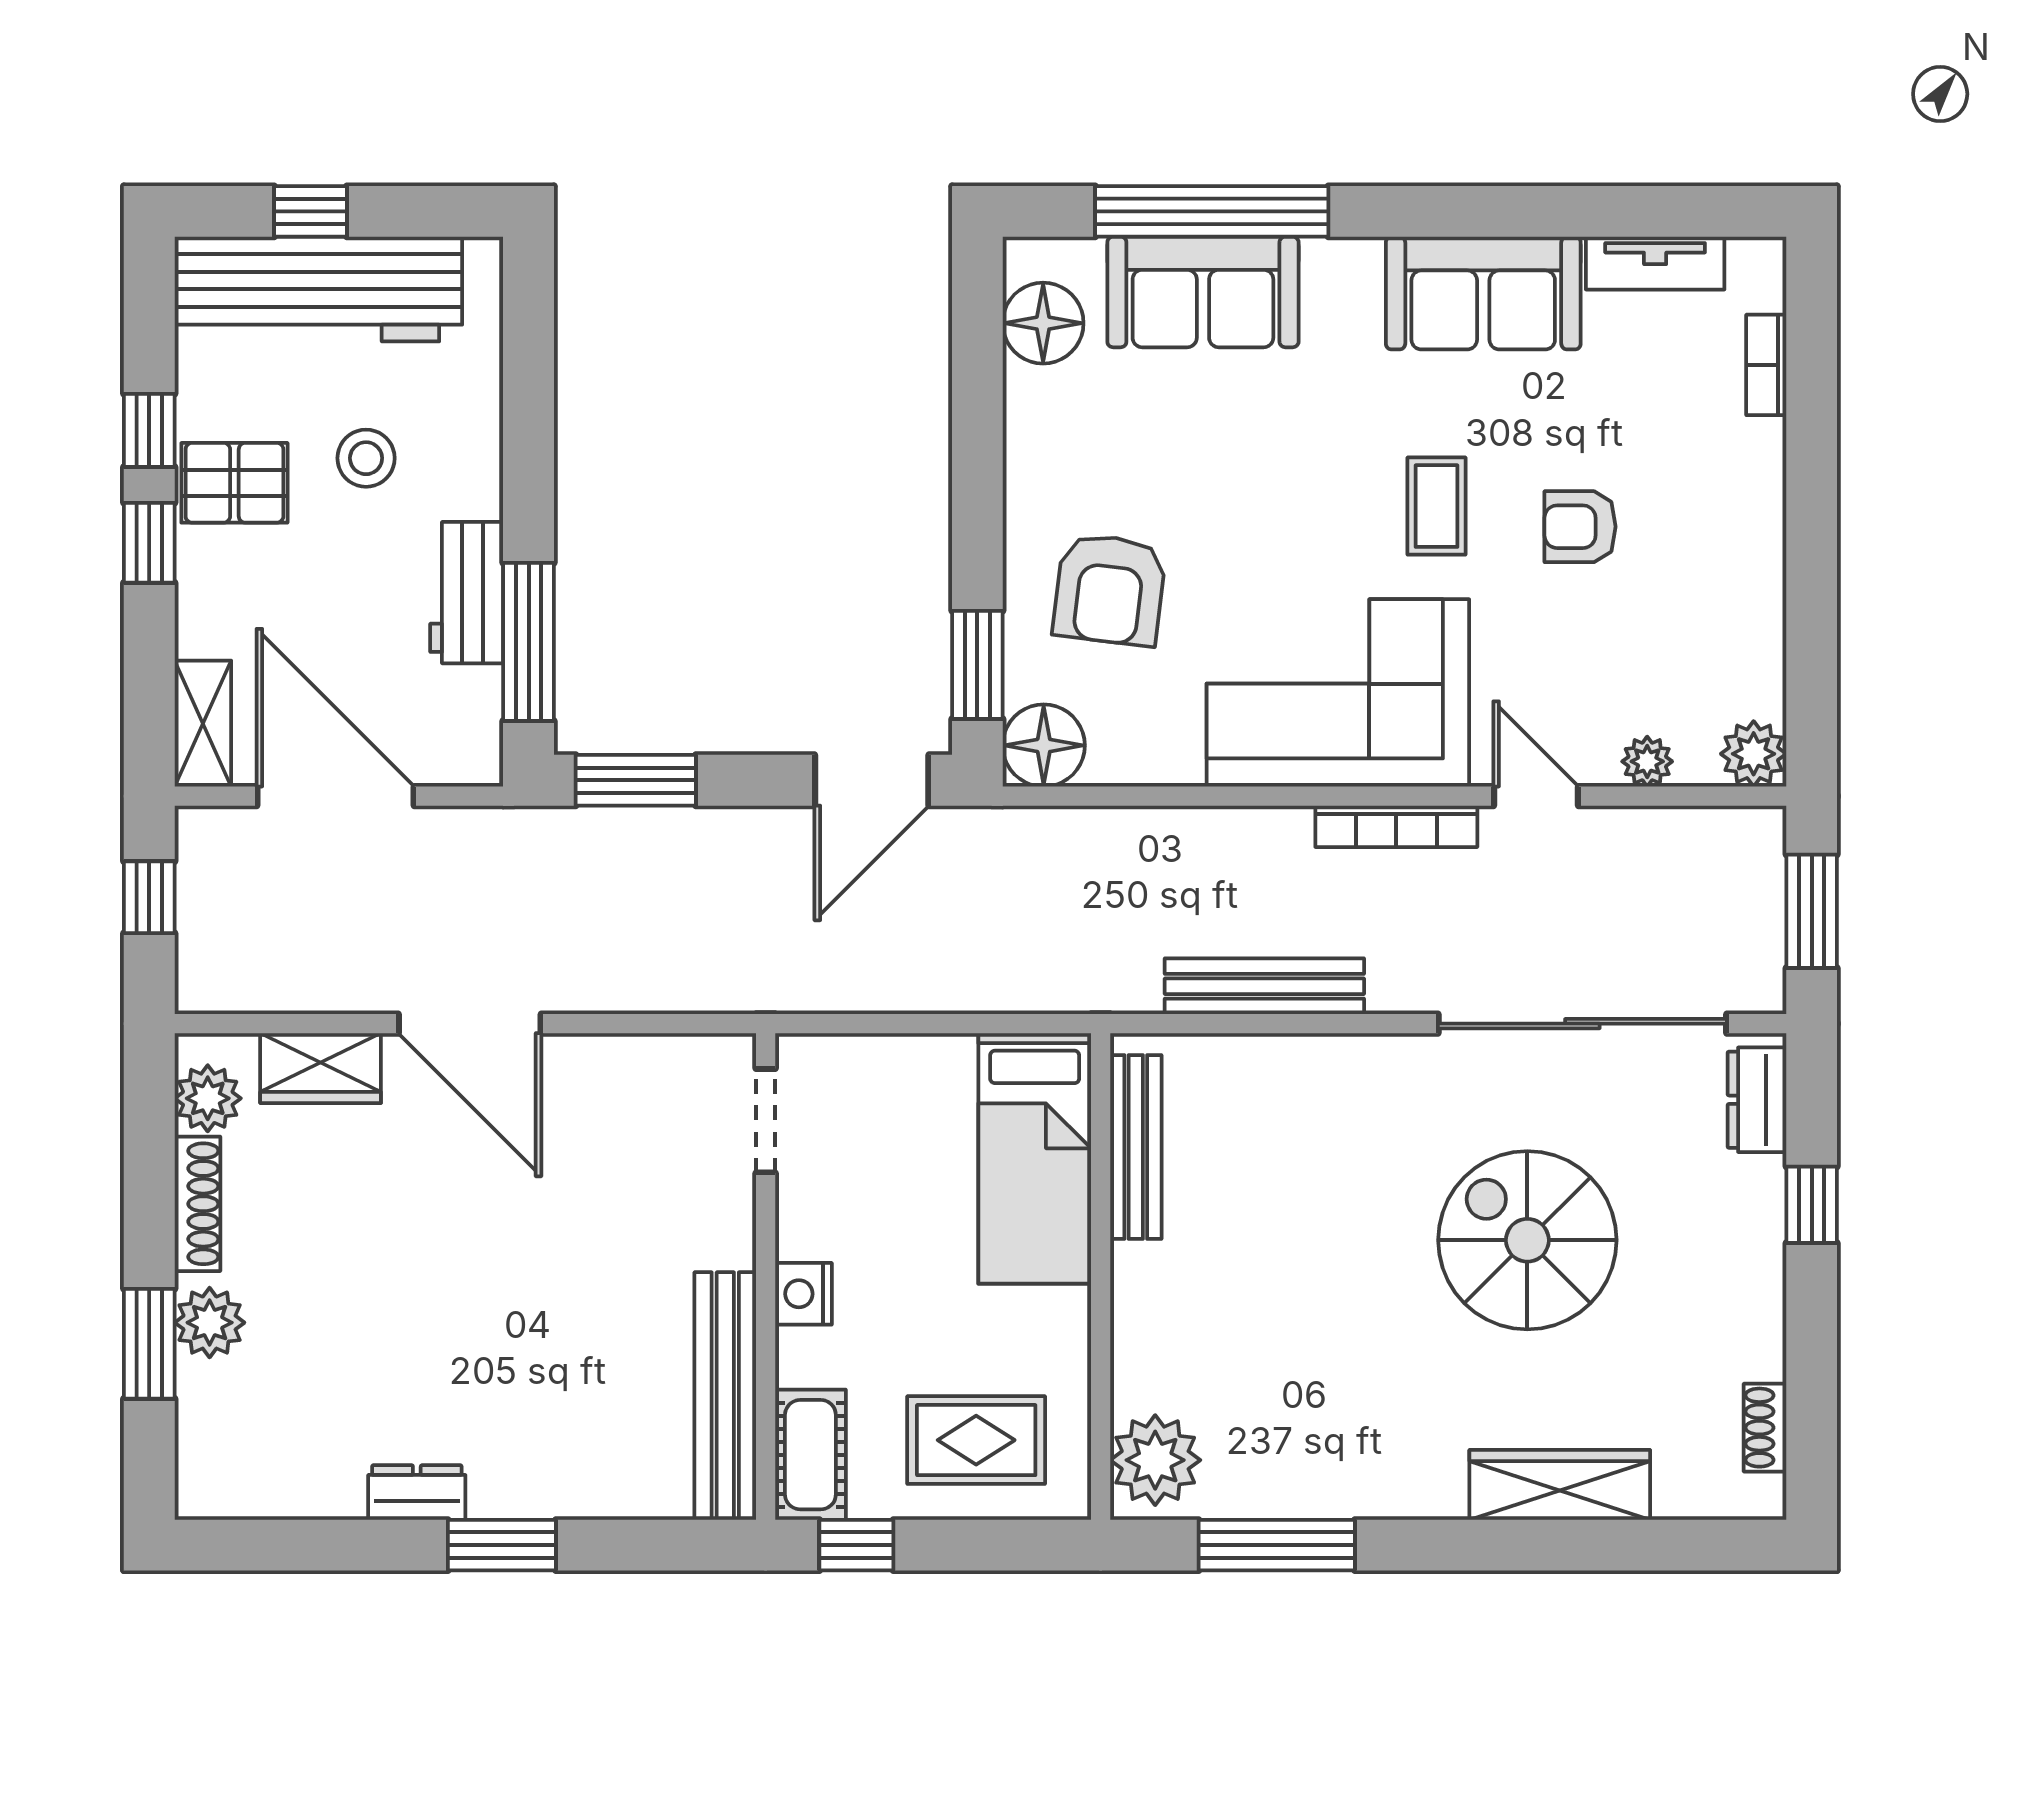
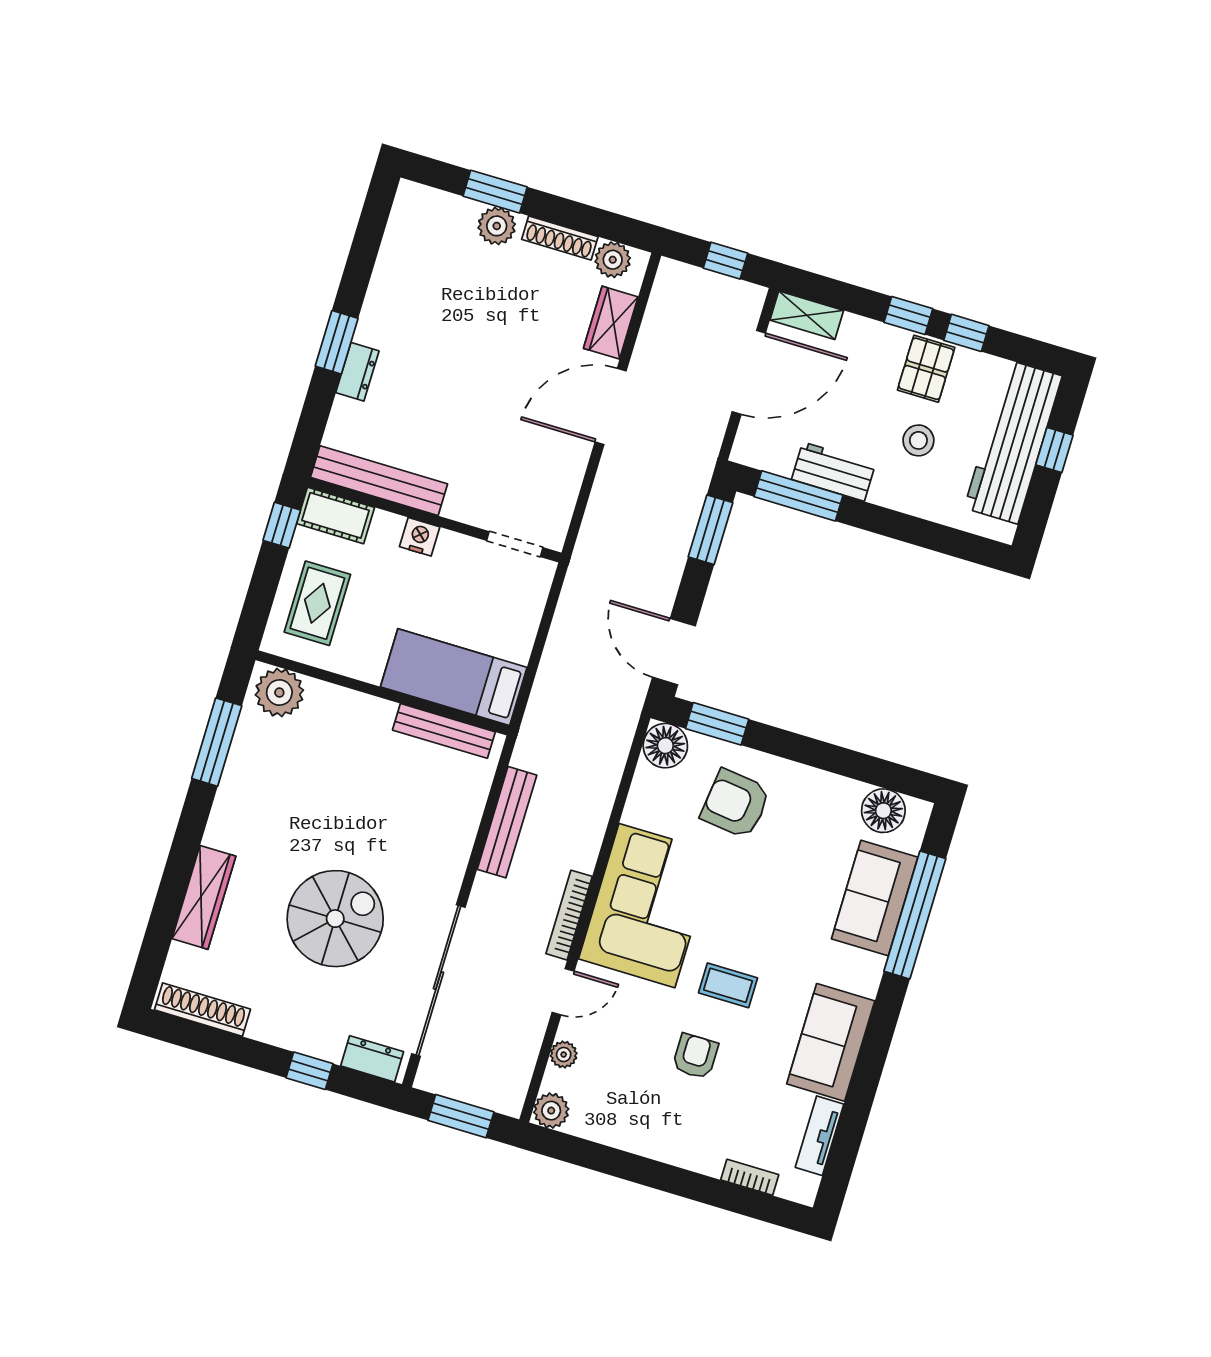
shoe rack: (1765, 1428) -> (203, 1010), width x1.94, depth x1.24
dresser: (417, 1492) -> (357, 372), moved

